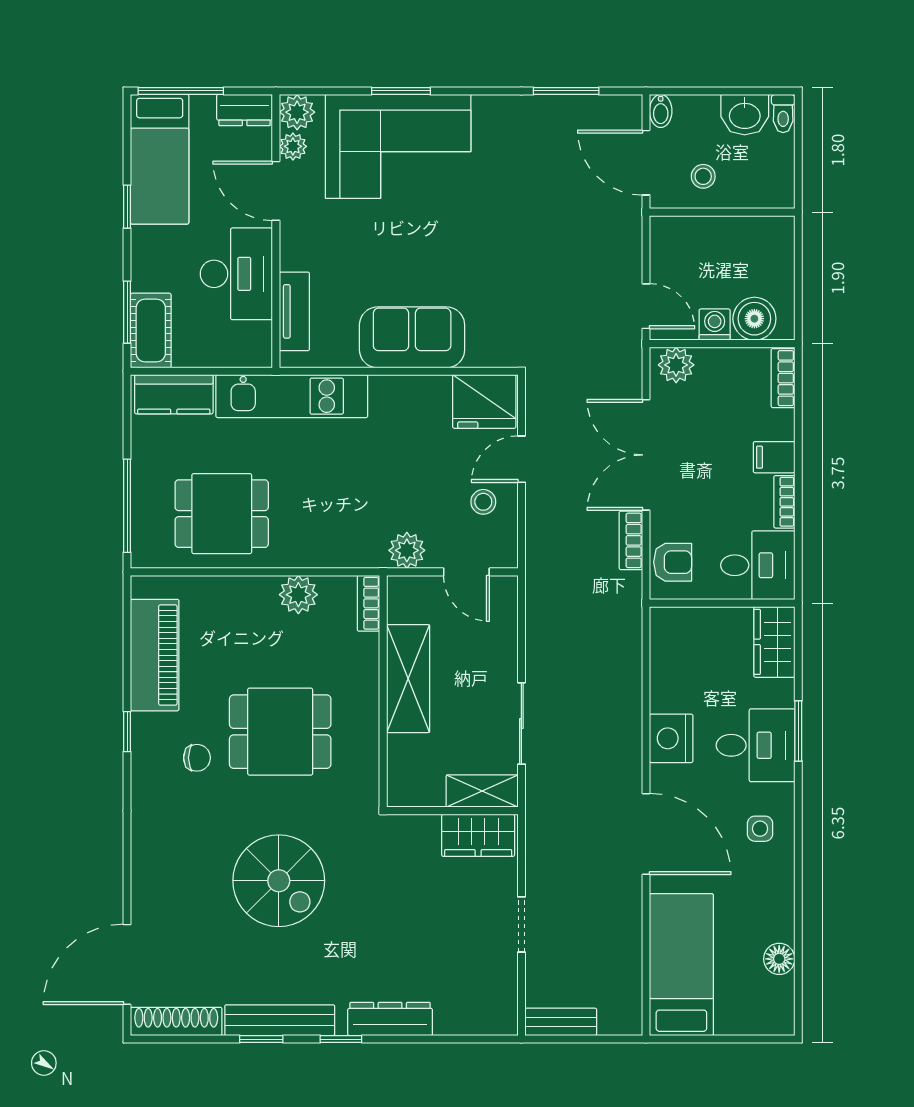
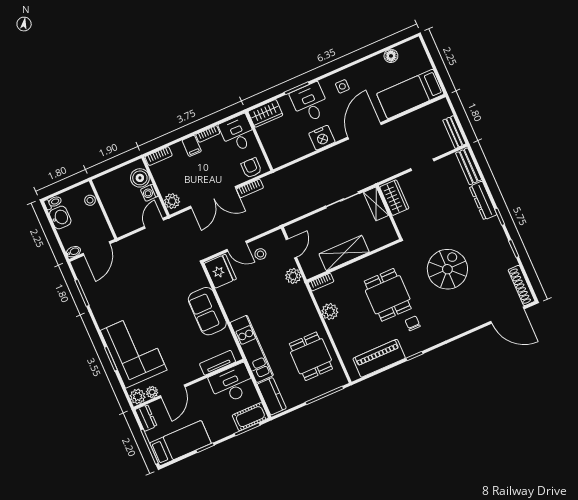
stool: (703, 176) -> (90, 200), moved
desk: (236, 274) -> (232, 384), moved
bench: (280, 1020) -> (469, 166), moved, width x0.73

